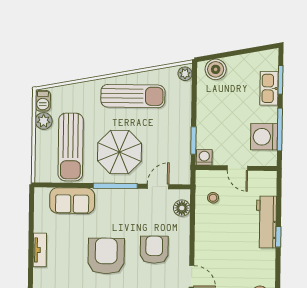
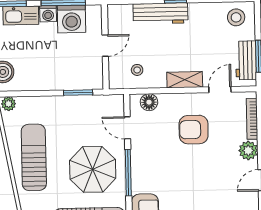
washing machine: (204, 157) -> (48, 14), moved, turned -90
shelving: (202, 243) -> (185, 80), added
armchair: (106, 256) -> (202, 180), removed

